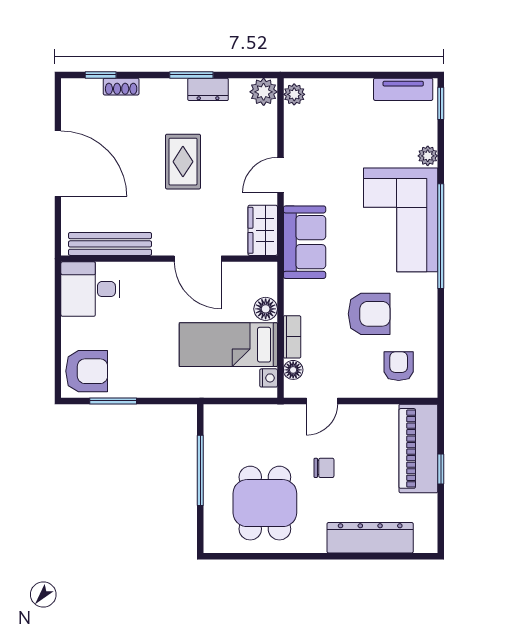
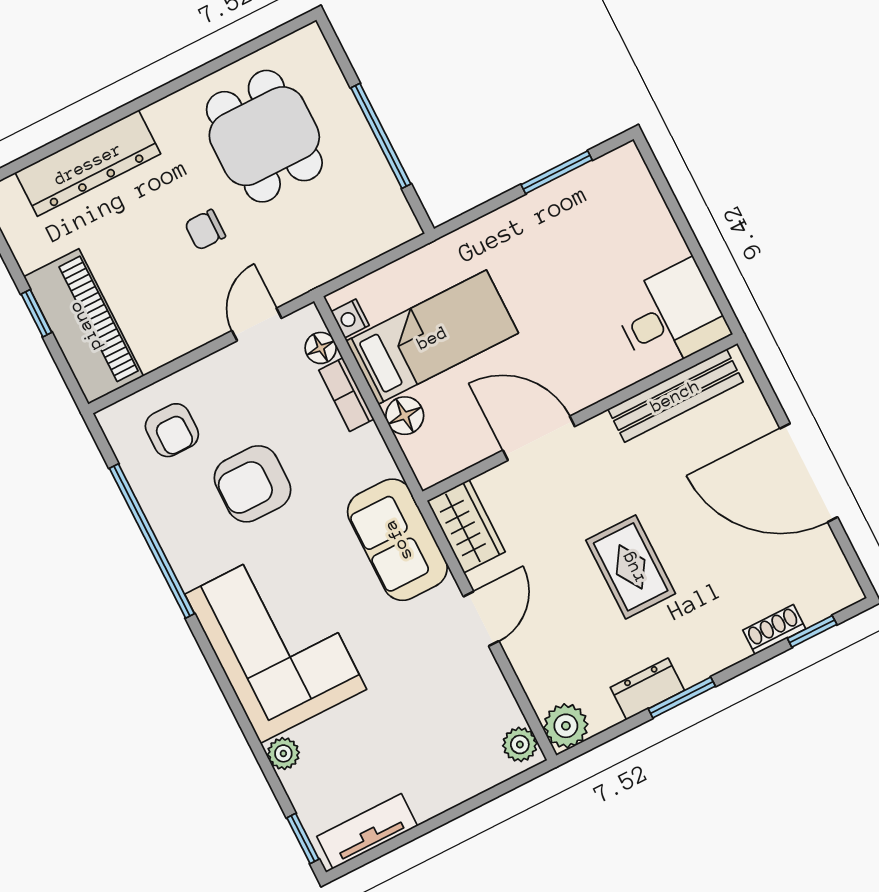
window: (441, 236) -> (152, 541), moved
armchair: (87, 371) -> (616, 196), removed

